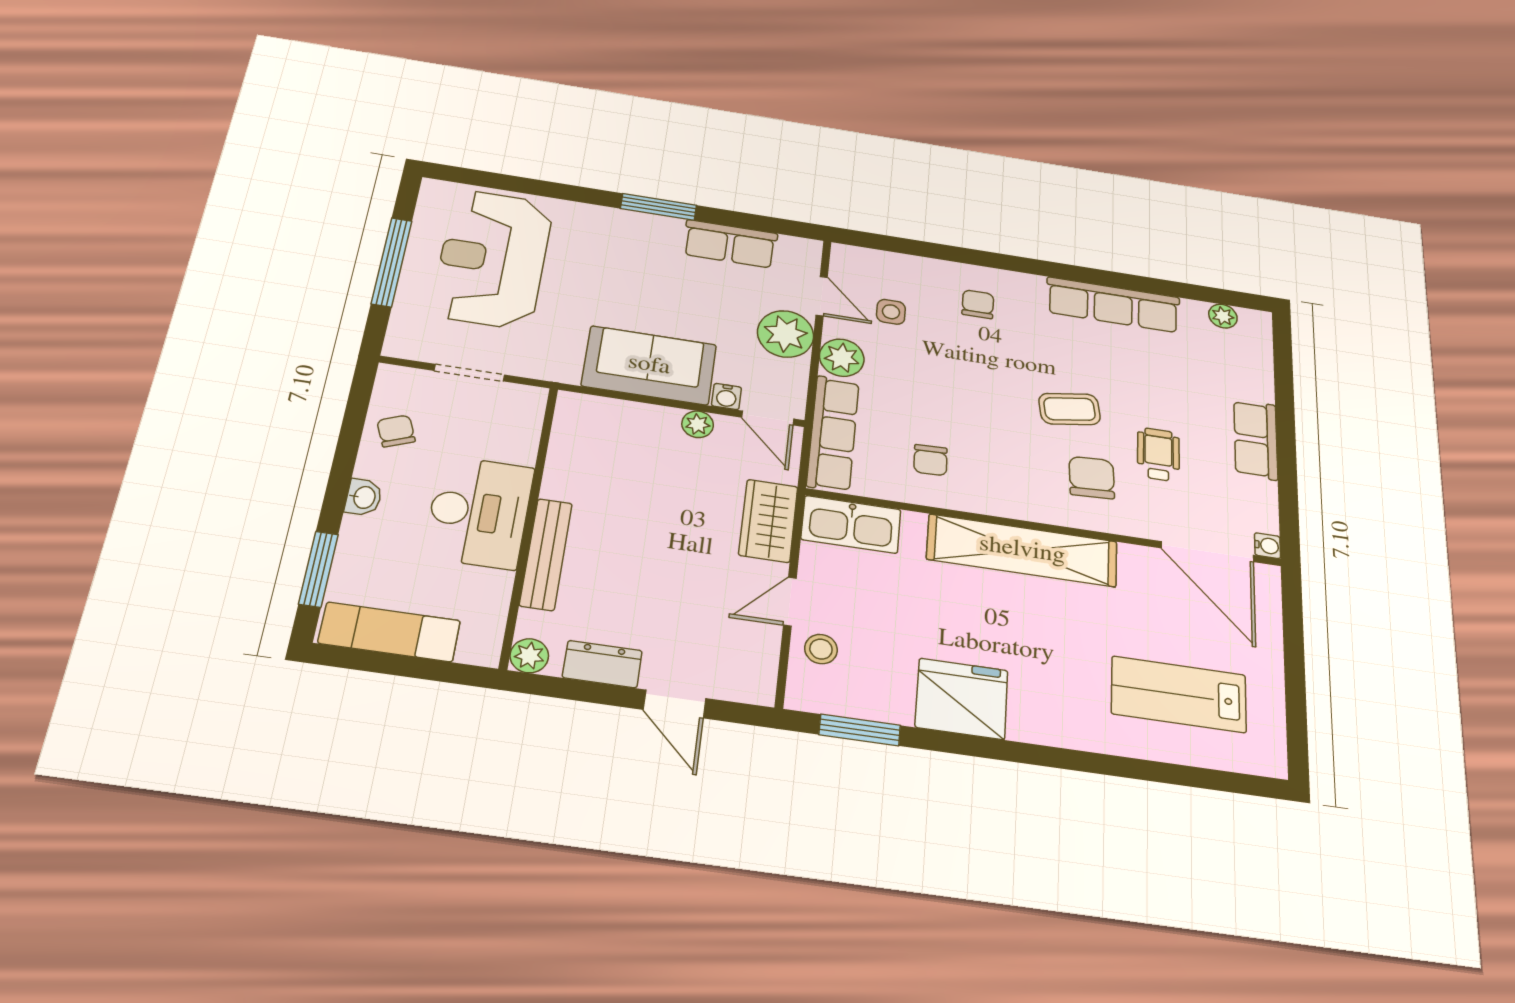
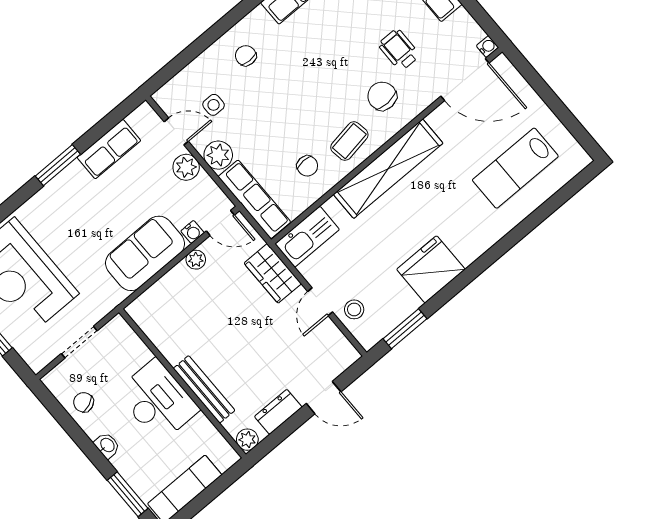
plant: (786, 334) -> (186, 167), width x0.73, depth x0.73
coffee table: (1070, 409) -> (349, 141), moved

